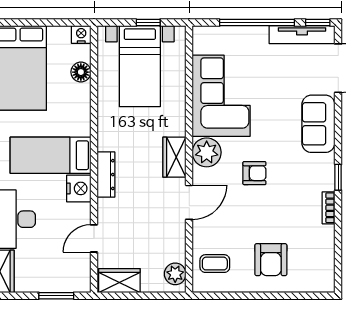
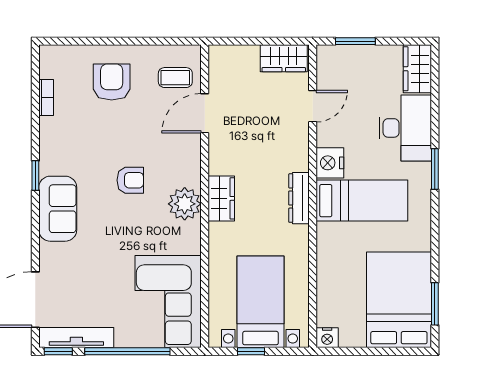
floor lamp: (81, 72) -> (327, 295), removed
corner sofa: (221, 96) -> (168, 302), moved
sofa: (318, 124) -> (58, 209), moved
armchair: (254, 173) -> (130, 180), turned 180
dresser: (106, 175) -> (299, 198), moved
door: (189, 202) -> (205, 113), moved
bookcase: (329, 208) -> (46, 97), moved
plant: (175, 274) -> (220, 66), removed

